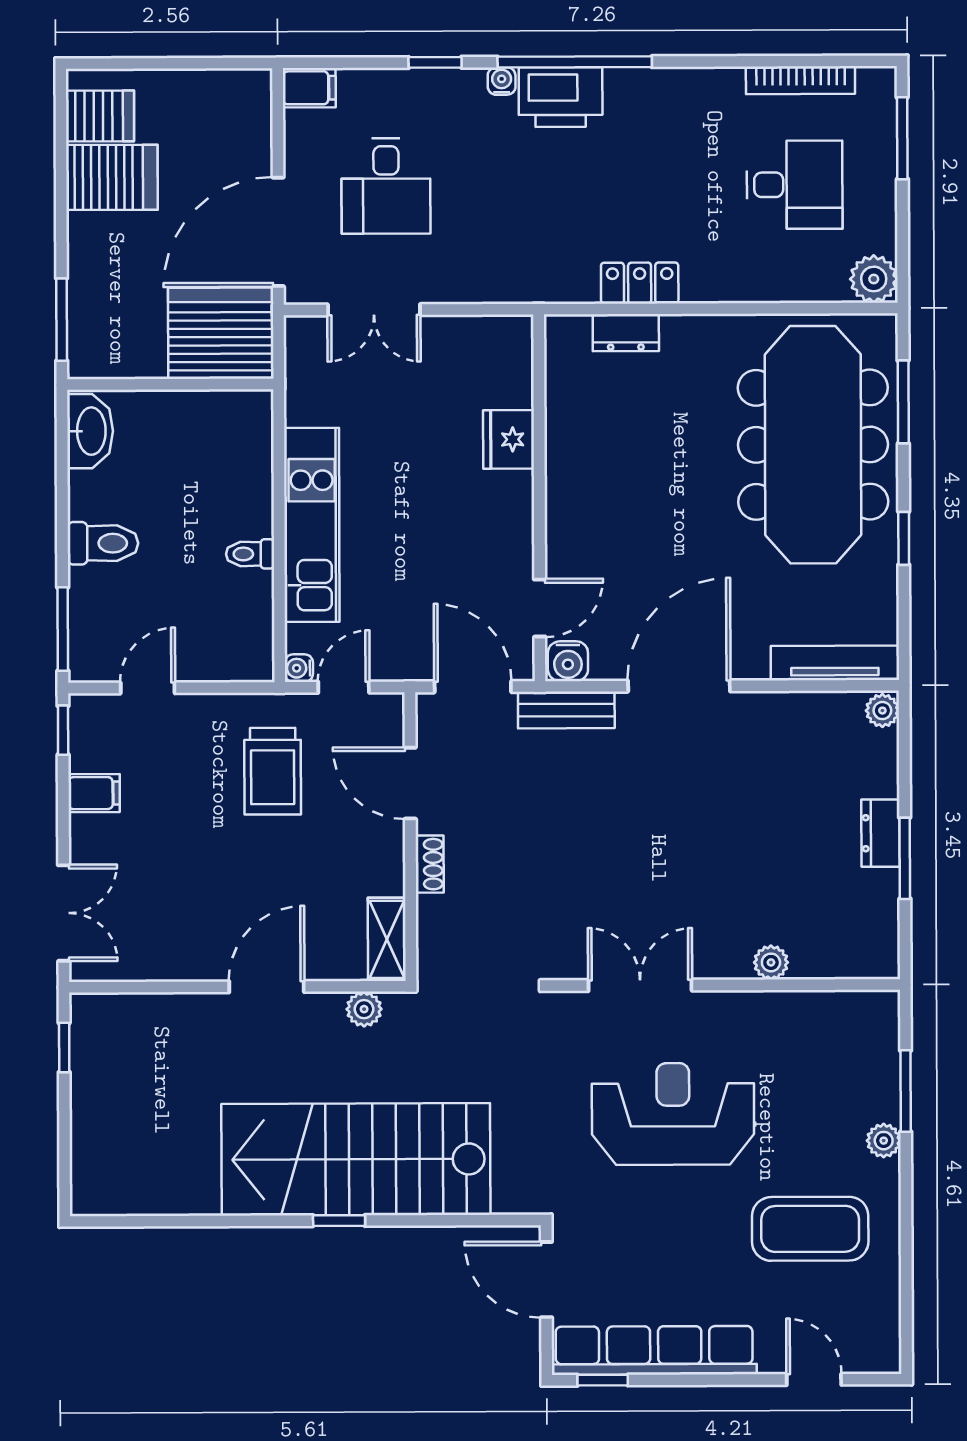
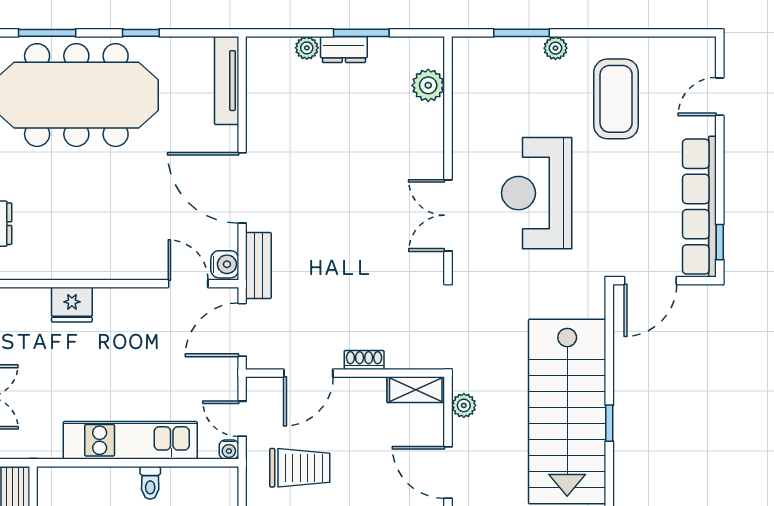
plant: (882, 711) -> (307, 48), moved
plant: (771, 962) -> (428, 85), moved, width x1.38, depth x1.38

